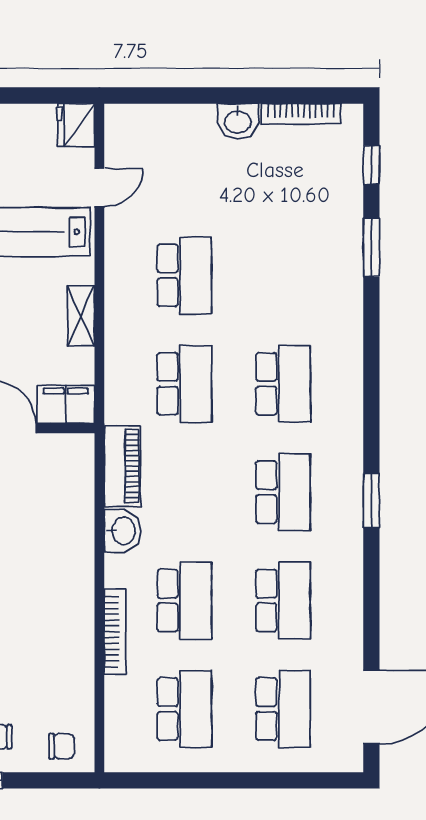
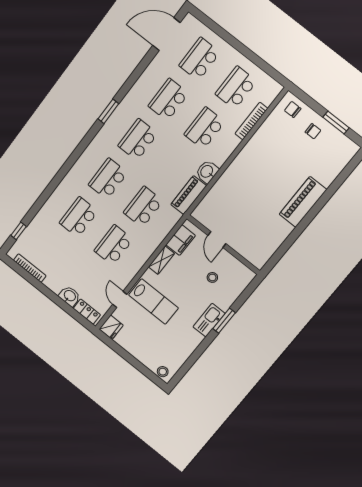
locker: (140, 118) -> (87, 312), added
washbasin: (238, 121) -> (70, 296), moved
door: (99, 188) -> (120, 299), hinge flipped
window: (371, 247) -> (40, 202), removed
school desk: (283, 275) -> (79, 217), added
filing cabinet: (66, 404) -> (181, 240), moved, turned -90
bookcase: (115, 632) -> (251, 121), moved

